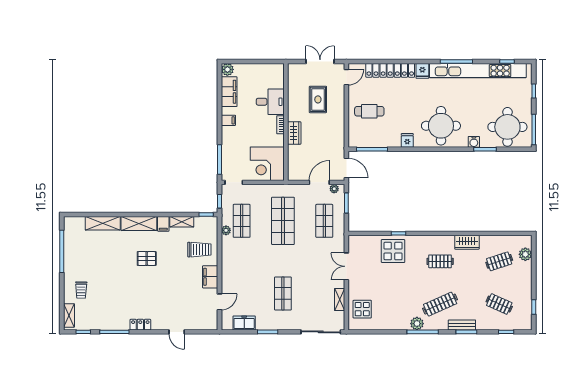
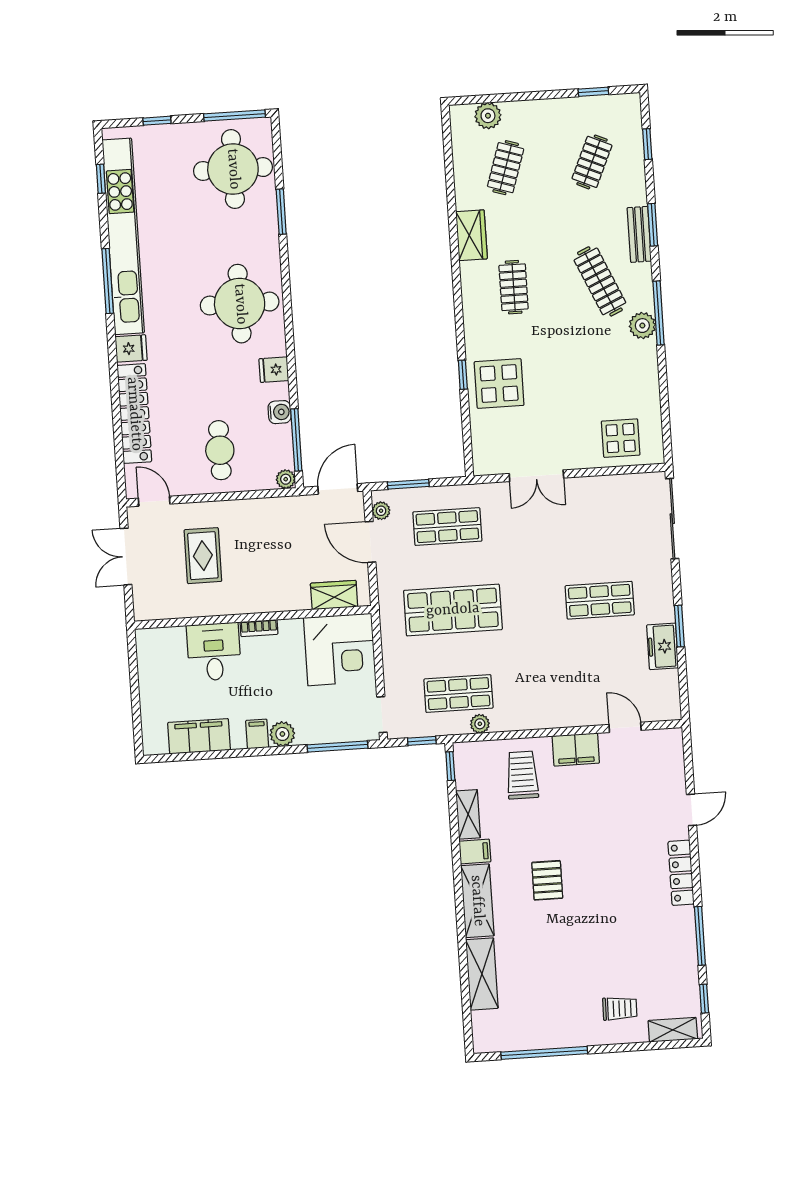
plant: (227, 69) -> (282, 734), moved
rug: (318, 99) -> (203, 556), turned 90
wardrobe: (294, 133) -> (334, 595), moved
water cooler: (474, 142) -> (280, 412), moved
plant: (353, 143) -> (286, 479), added
clothes rail: (499, 261) -> (506, 168), turned 36
shelving: (340, 300) -> (604, 485), removed
freezer: (244, 323) -> (662, 646), moved
locker: (140, 325) -> (681, 873), width x1.53

